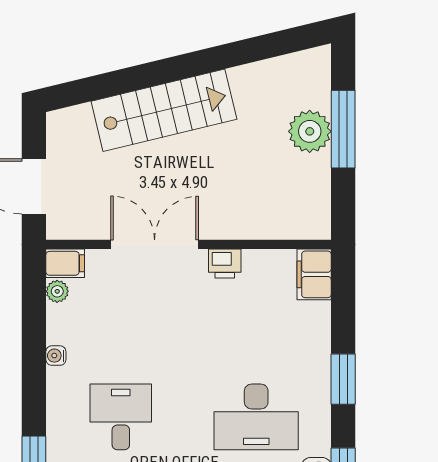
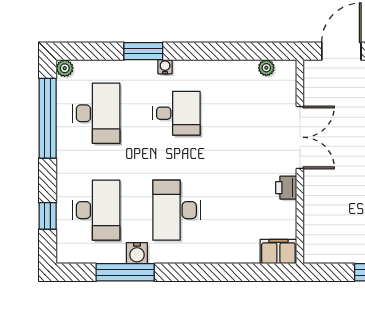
filing cabinet: (65, 263) -> (286, 73), removed
water cooler: (56, 356) -> (165, 67), moved
window: (343, 379) -> (204, 272), removed

